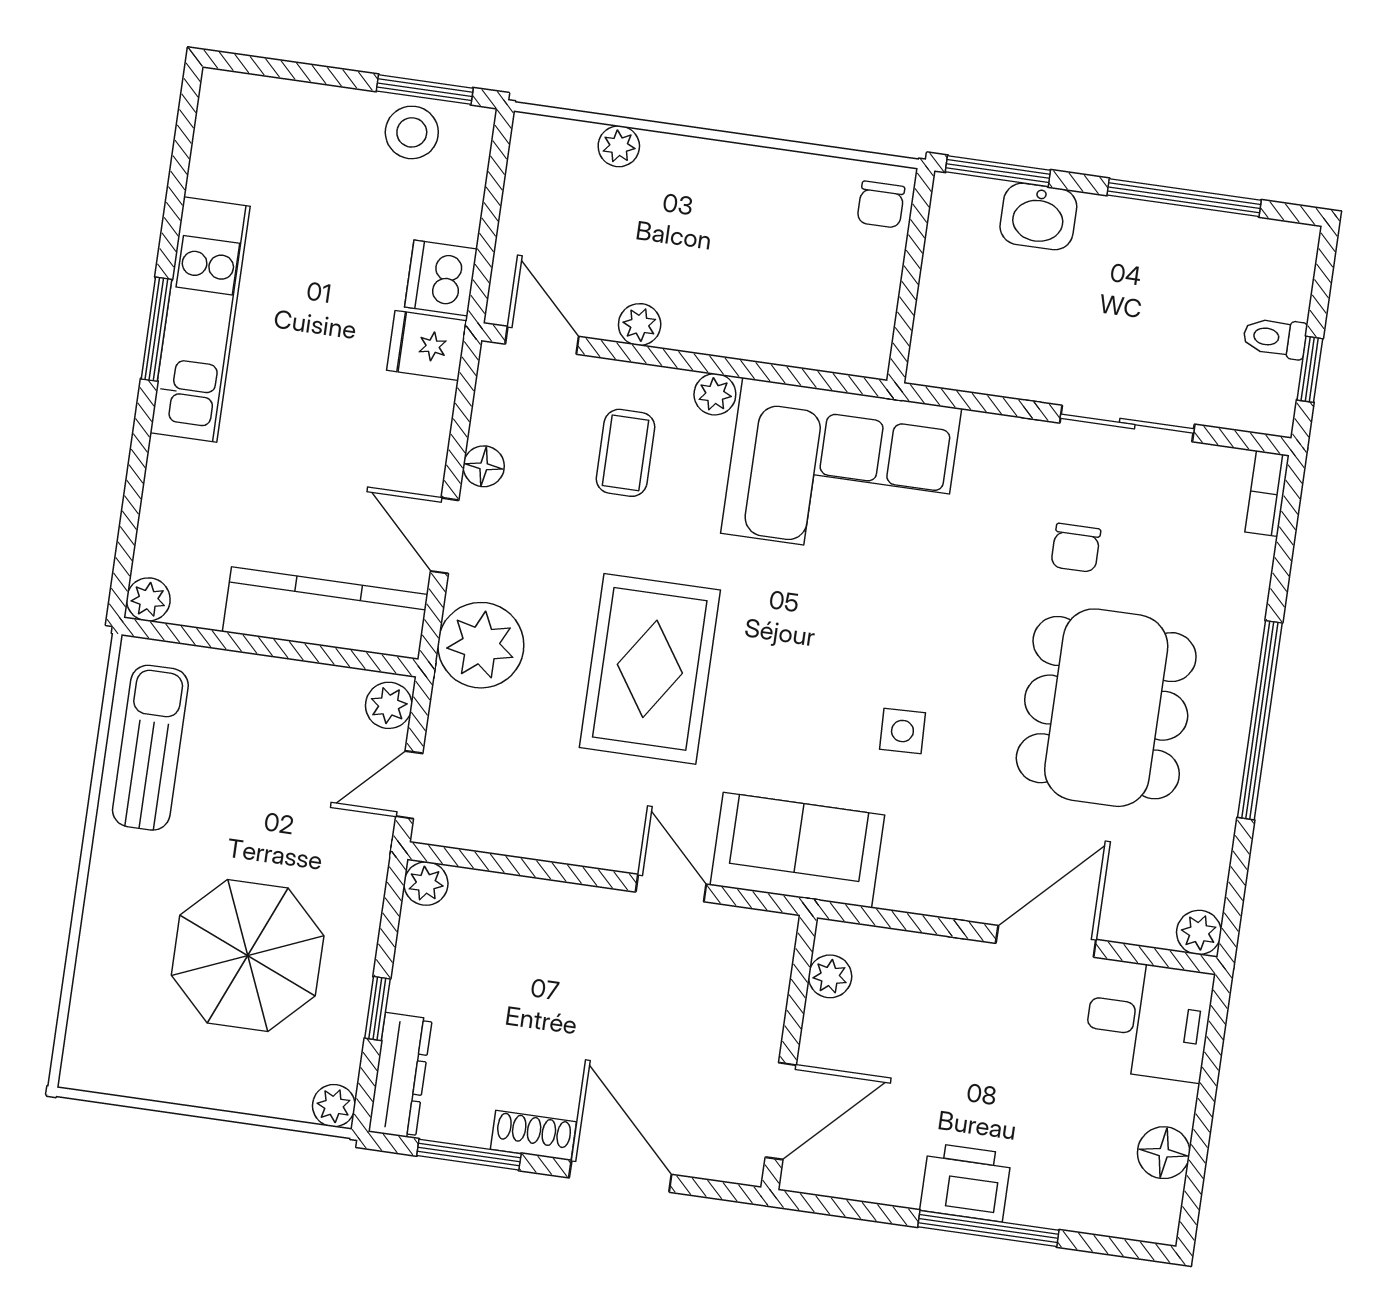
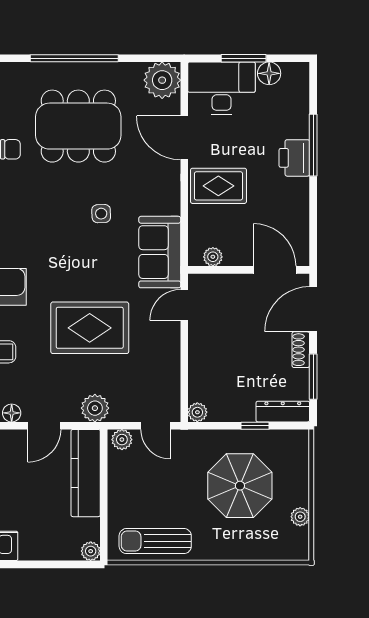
plant: (481, 645) -> (95, 408), width x0.73, depth x0.73
plant: (1199, 932) -> (162, 80), width x1.88, depth x1.88
plant: (830, 976) -> (213, 257), moved
rug: (927, 1003) -> (218, 186), added
desk: (1148, 1020) -> (221, 88), width x1.37
wall: (789, 1053) -> (249, 270), moved
window: (1206, 1100) -> (244, 58), added
plant: (334, 1106) -> (300, 517), moved
door: (781, 1111) -> (275, 270), moved

